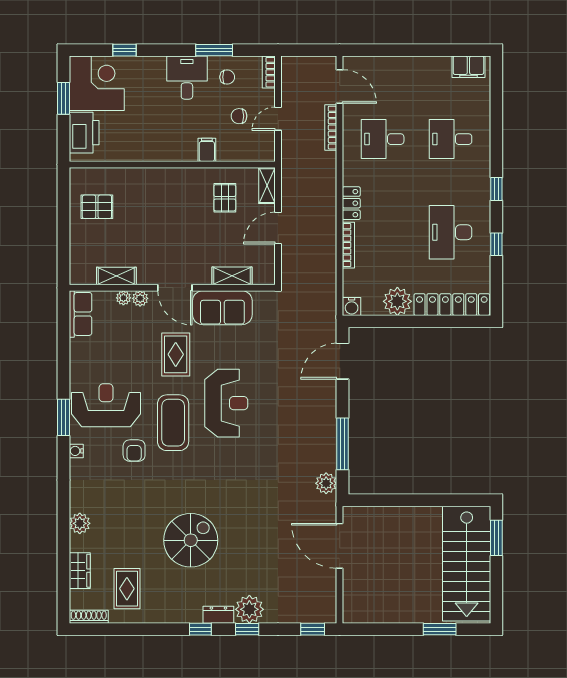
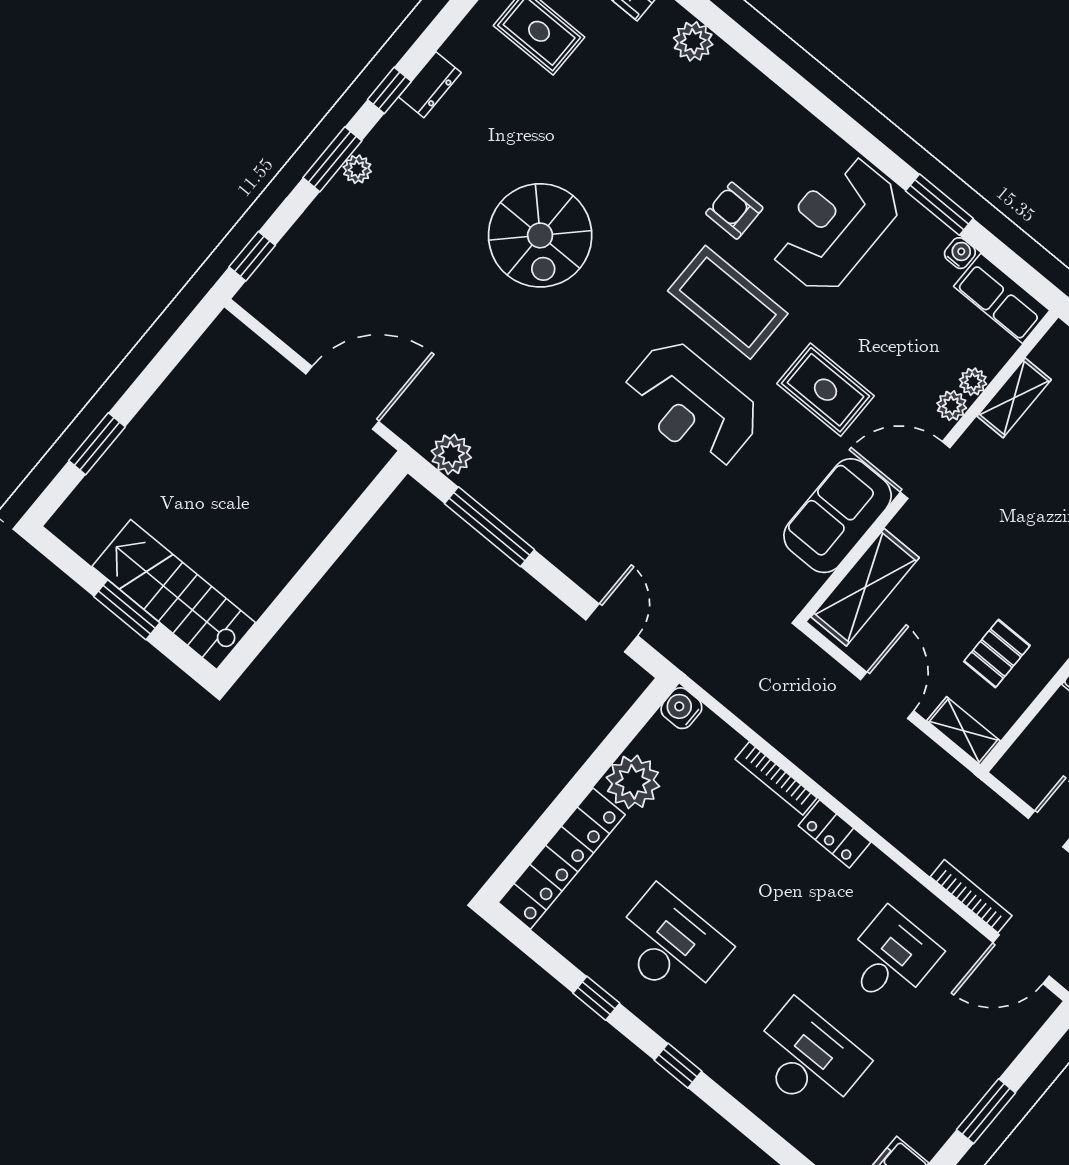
window: (412, 50) -> (986, 1111), added
desk: (451, 139) -> (808, 1059), width x1.37
pallet: (225, 198) -> (997, 654), turned 90
shelving: (232, 276) -> (865, 587), width x1.50, depth x1.33
door: (342, 361) -> (612, 628), width x0.73
reception desk: (106, 405) -> (836, 224), turned 180
window: (64, 417) -> (939, 205), moved
water cooler: (76, 451) -> (960, 253), moved
window: (496, 538) -> (127, 610), moved
spiral stairs: (191, 540) -> (540, 235), moved
stairs: (467, 564) -> (174, 594), width x0.73, depth x0.66
plant: (249, 609) -> (357, 169), width x0.53, depth x0.53
dresser: (218, 615) -> (430, 85), moved
window: (247, 629) -> (332, 159), width x1.50

